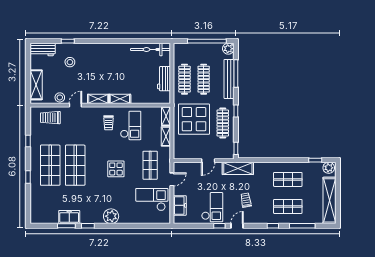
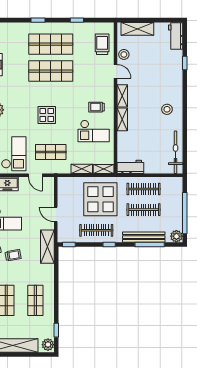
stool: (70, 62) -> (167, 109), moved
workbench: (164, 79) -> (130, 167), moved

